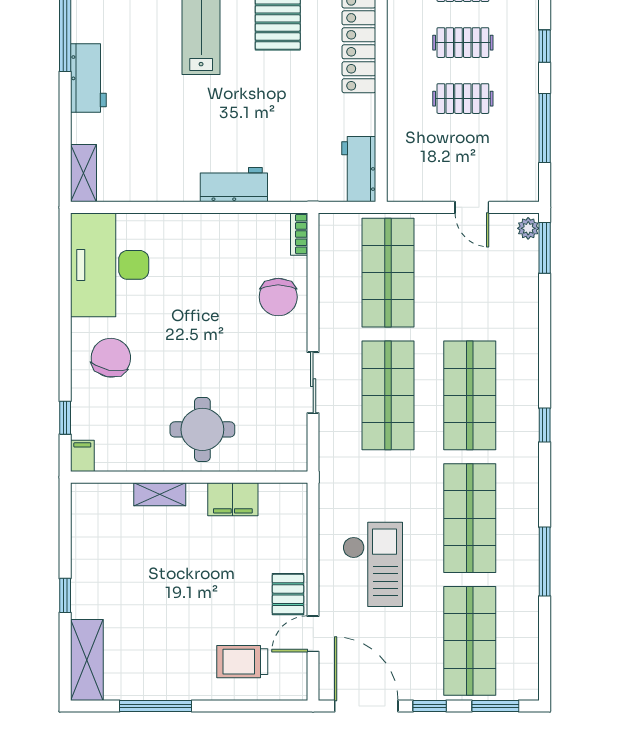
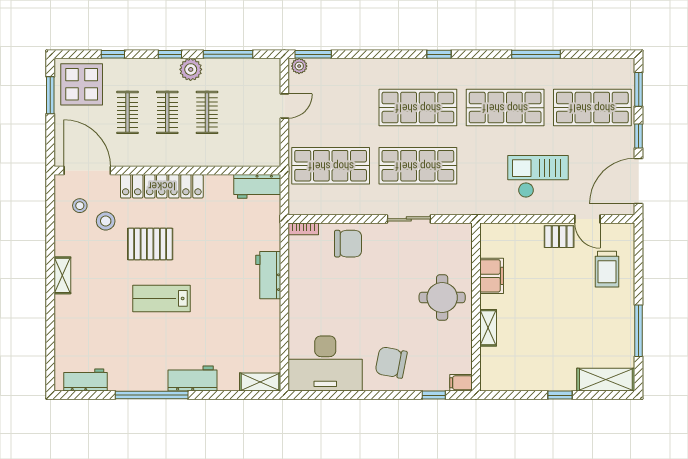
plant: (523, 76) -> (191, 69), added

